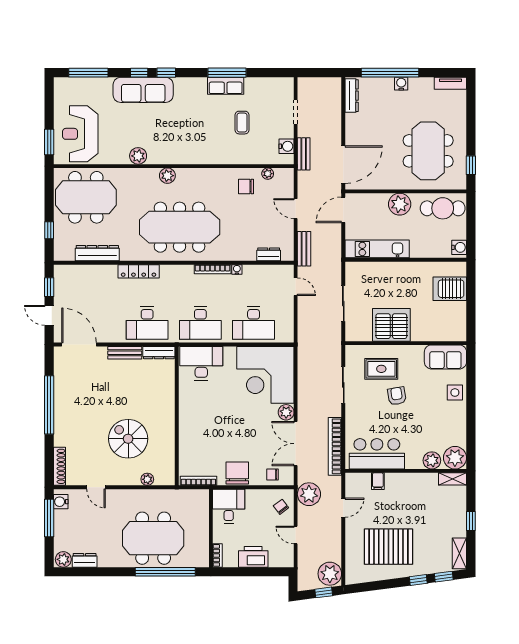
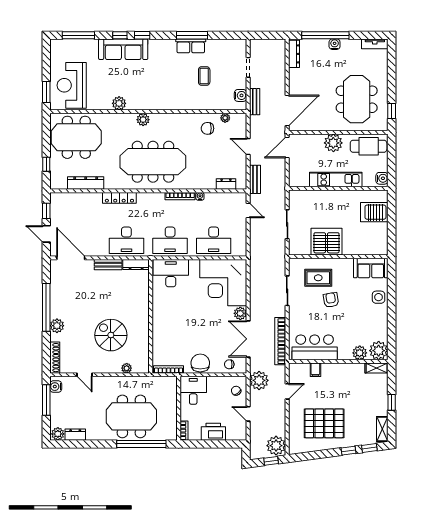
kitchen unit: (377, 249) -> (336, 180), moved
plant: (62, 427) -> (57, 326), added

